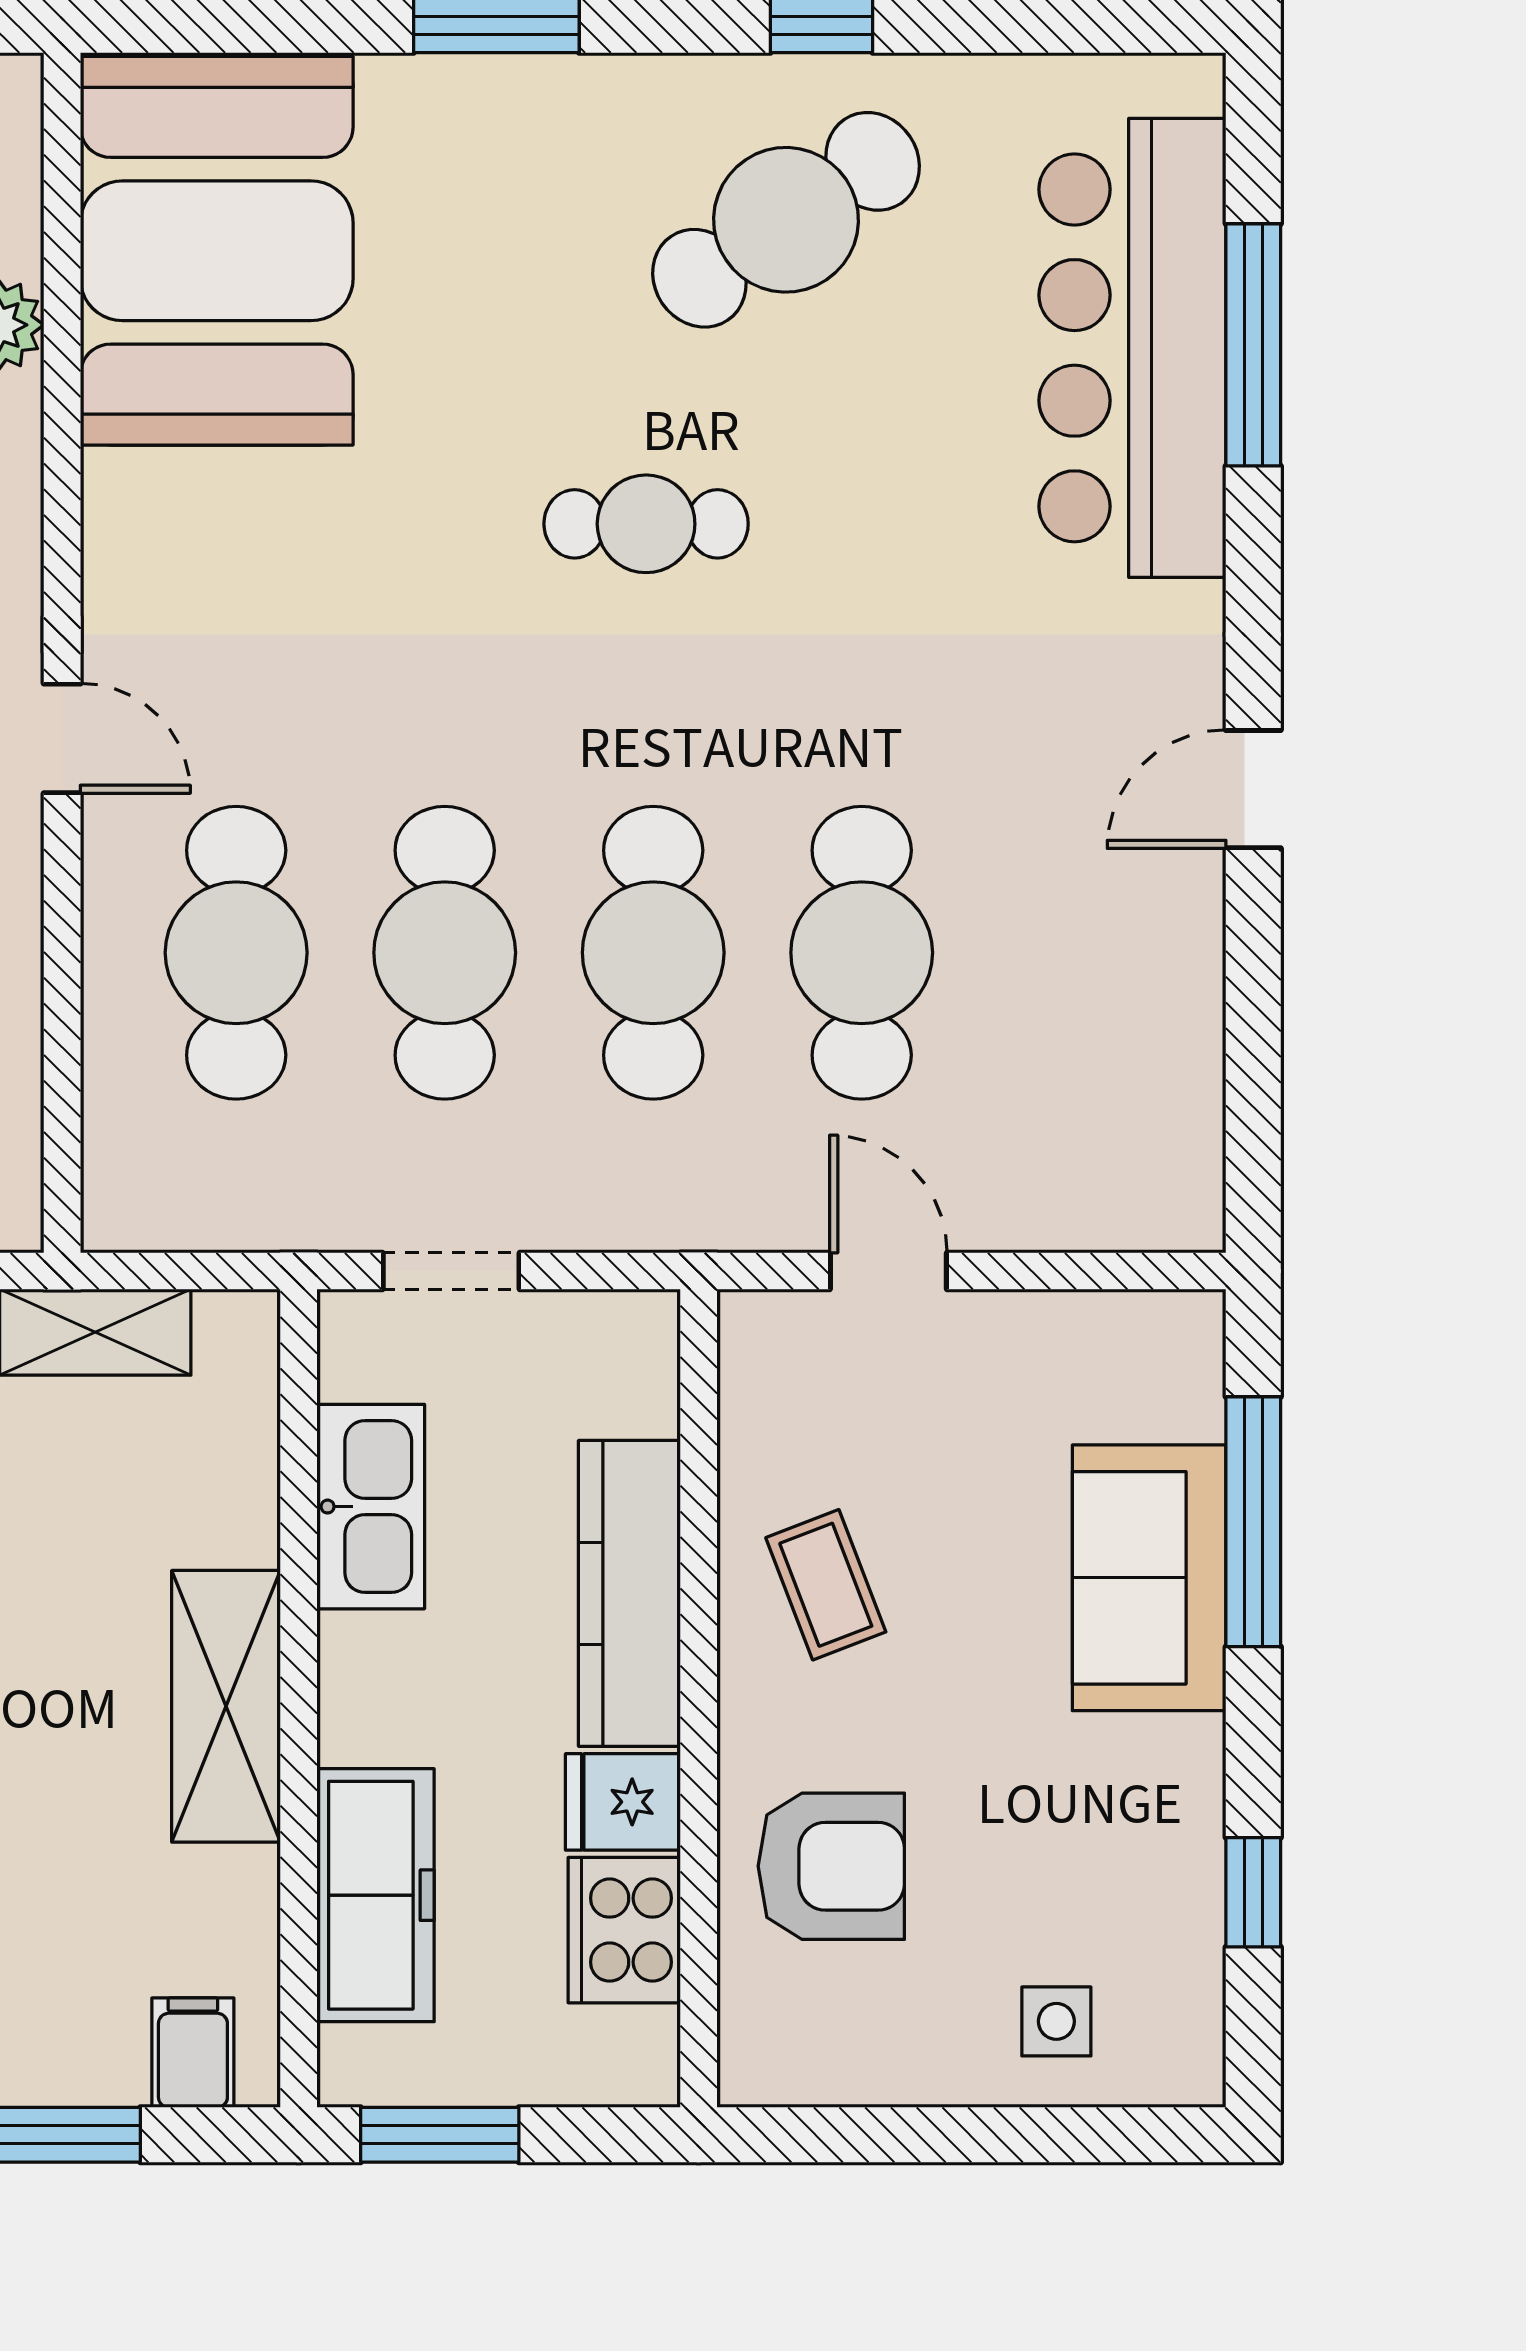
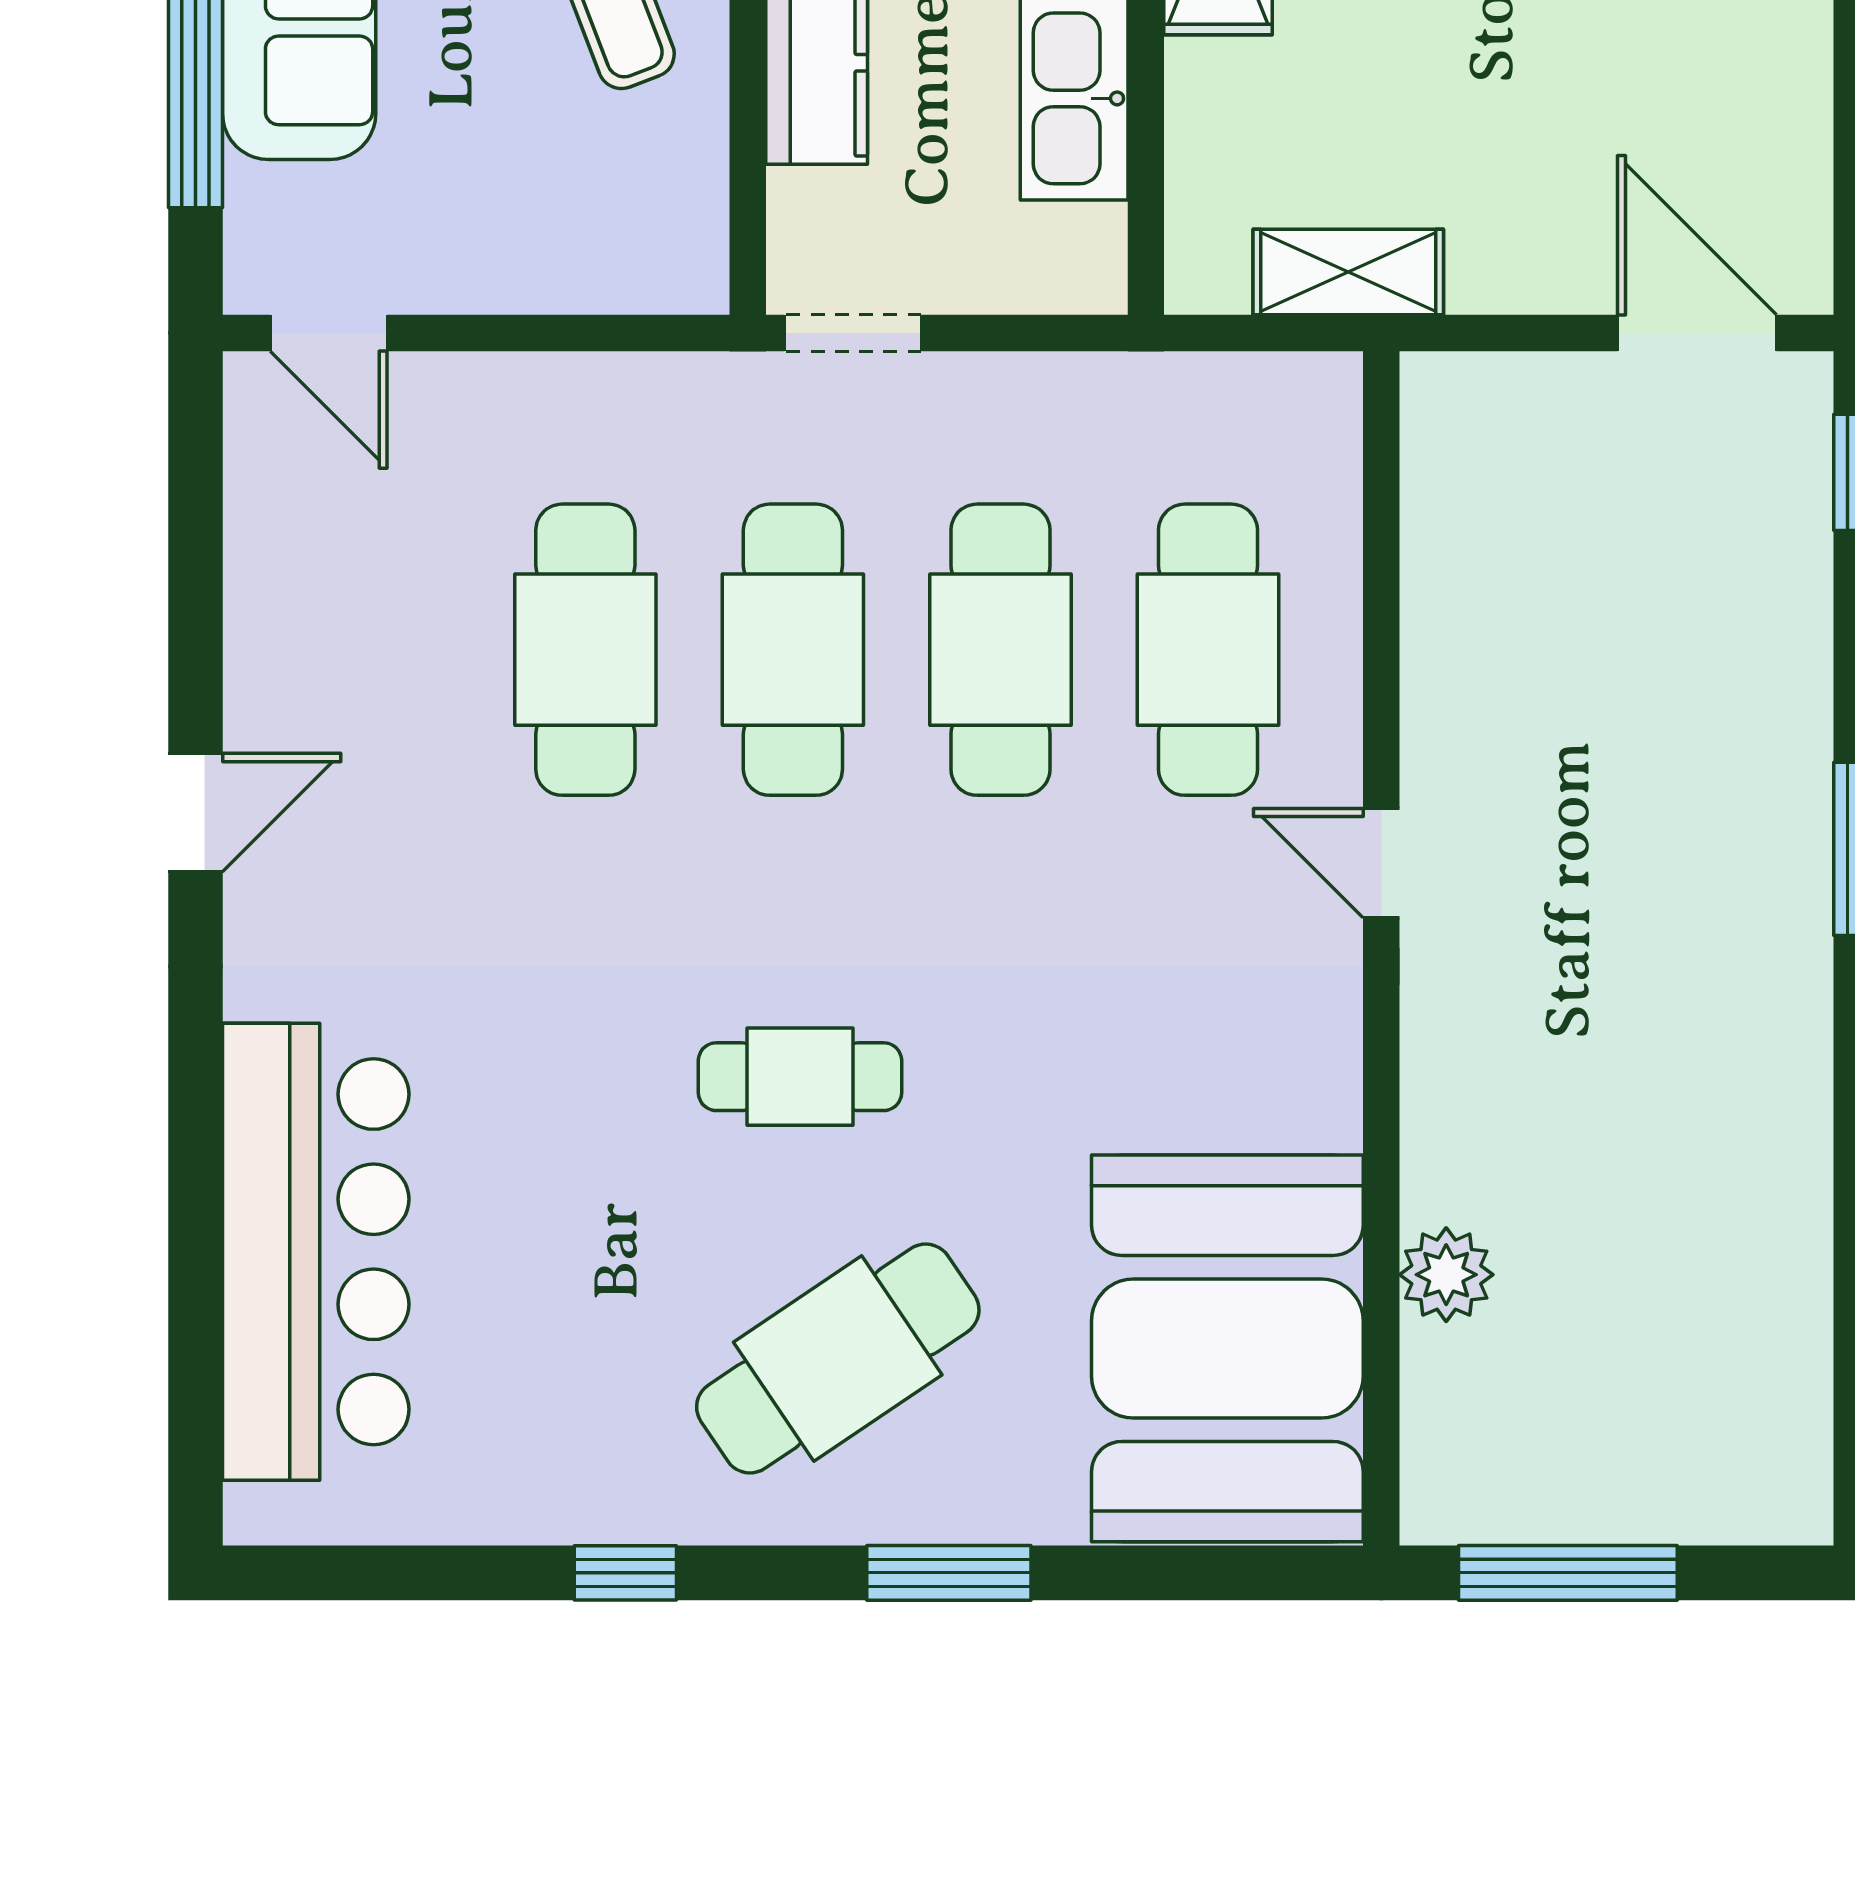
cafe table: (786, 220) -> (838, 1358), moved
window: (1253, 345) -> (196, 1255), removed
doorway: (451, 1271) -> (853, 333), moved
door: (888, 1271) -> (329, 333), moved

